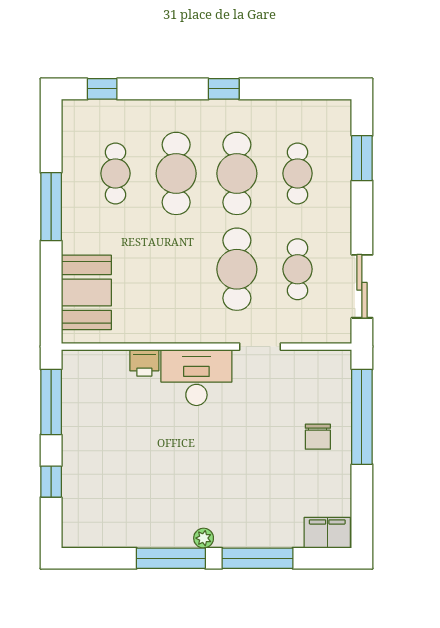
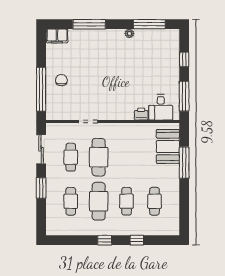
window: (102, 89) -> (137, 240), moved
window: (362, 158) -> (41, 188), moved
cafe table: (176, 173) -> (127, 201), width x0.73, depth x0.74
window: (51, 207) -> (184, 163), moved
desk: (196, 378) -> (161, 107), moved, width x0.73
plant: (204, 538) -> (129, 33), moved
window: (171, 558) -> (149, 24), moved

